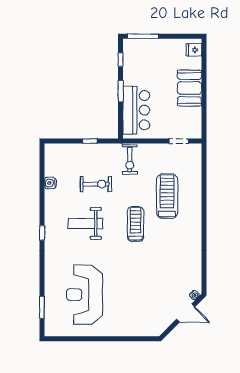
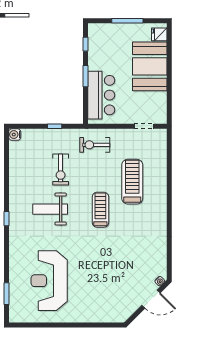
window: (143, 36) -> (127, 21), moved
booth: (190, 88) -> (150, 66), width x1.36, depth x1.42
exercise bike: (130, 160) -> (95, 145), turned 90
water cooler: (50, 183) -> (15, 135), moved
exercise bike: (96, 184) -> (61, 169), turned 90

